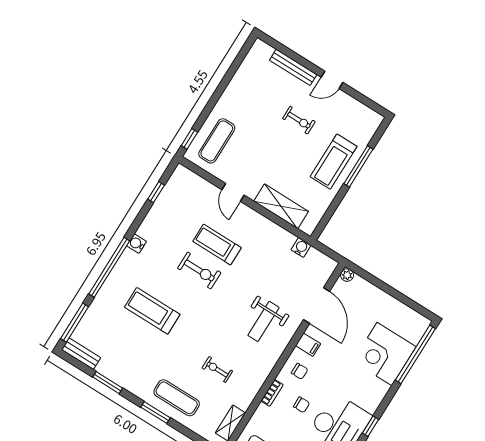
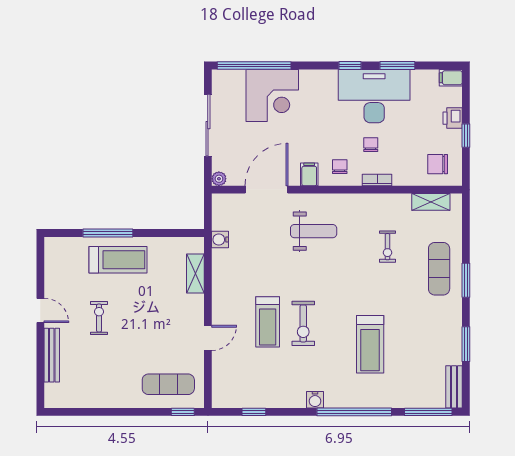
shelving: (281, 206) -> (195, 273), width x0.67, depth x0.75
exercise bike: (199, 270) -> (303, 323), turned 180
sliding door: (392, 292) -> (208, 125), added

